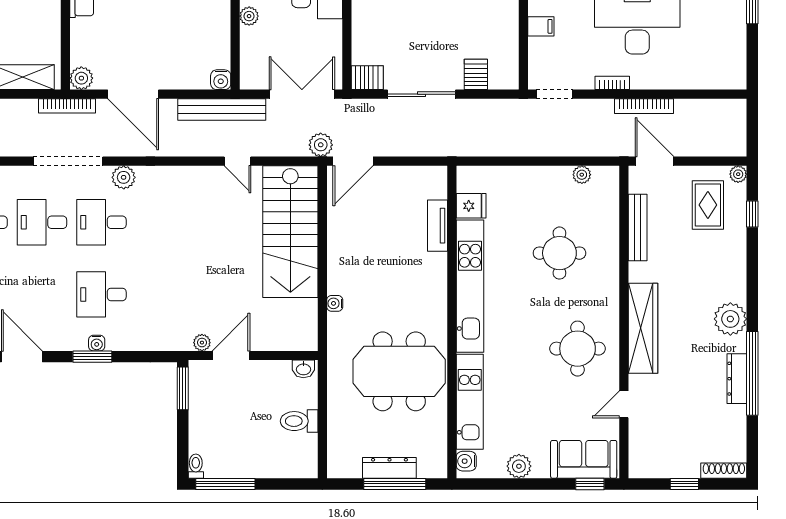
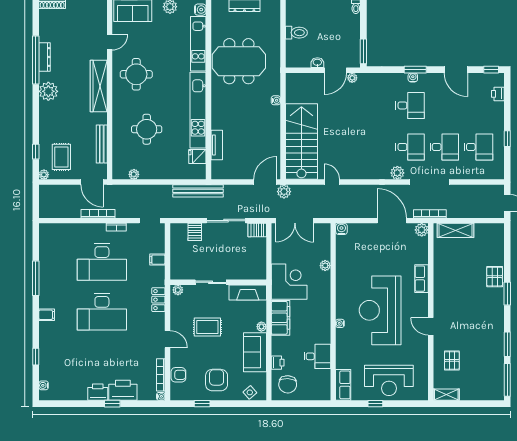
bench: (222, 110) -> (198, 191), moved
washbasin: (303, 369) -> (317, 63), moved

